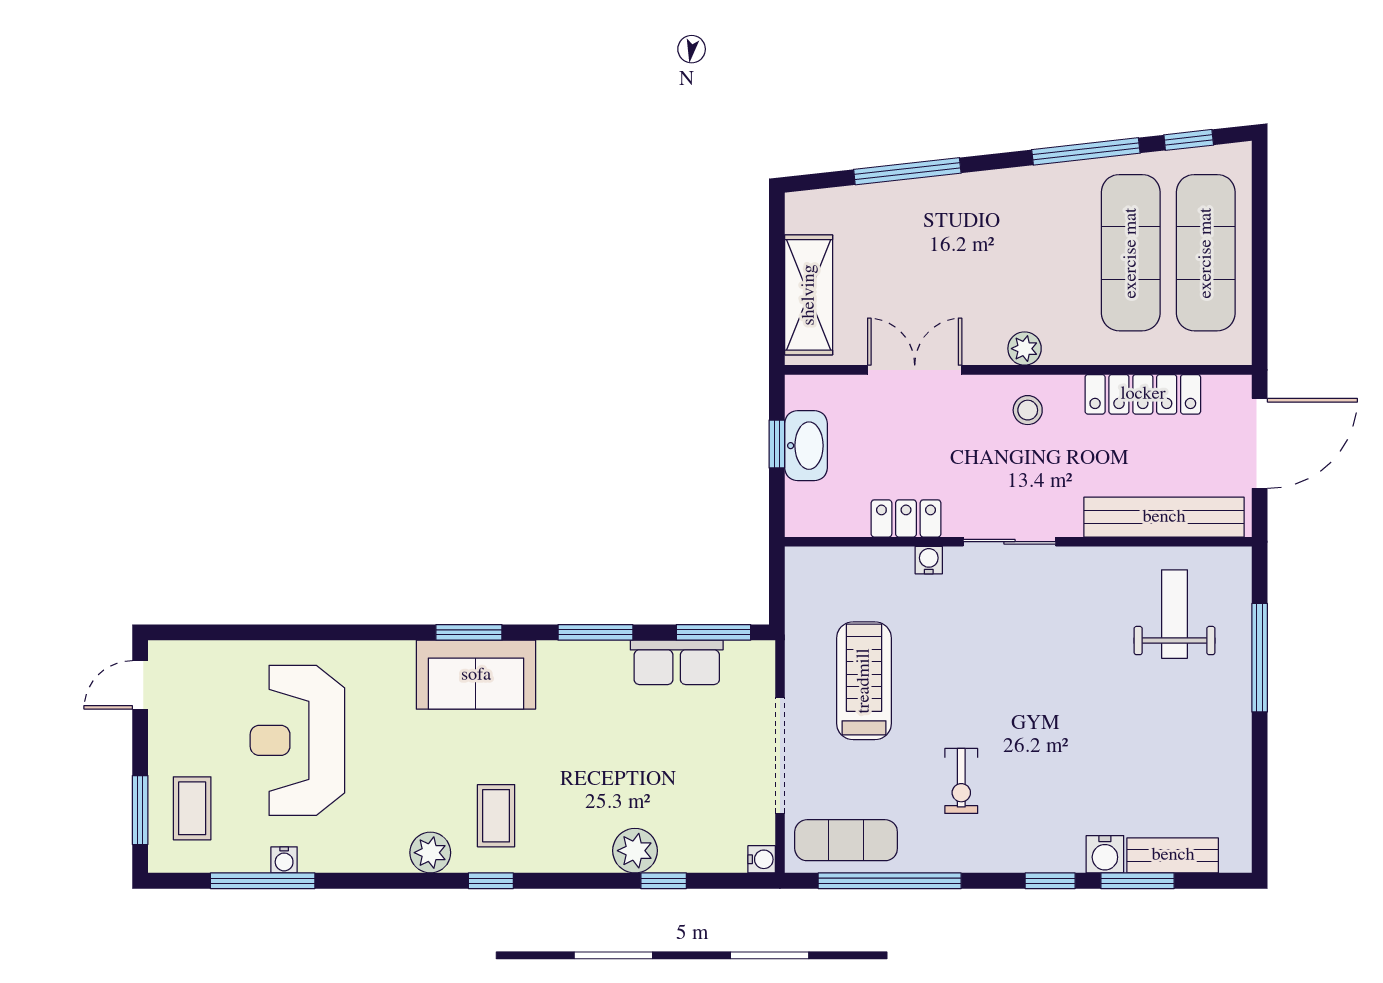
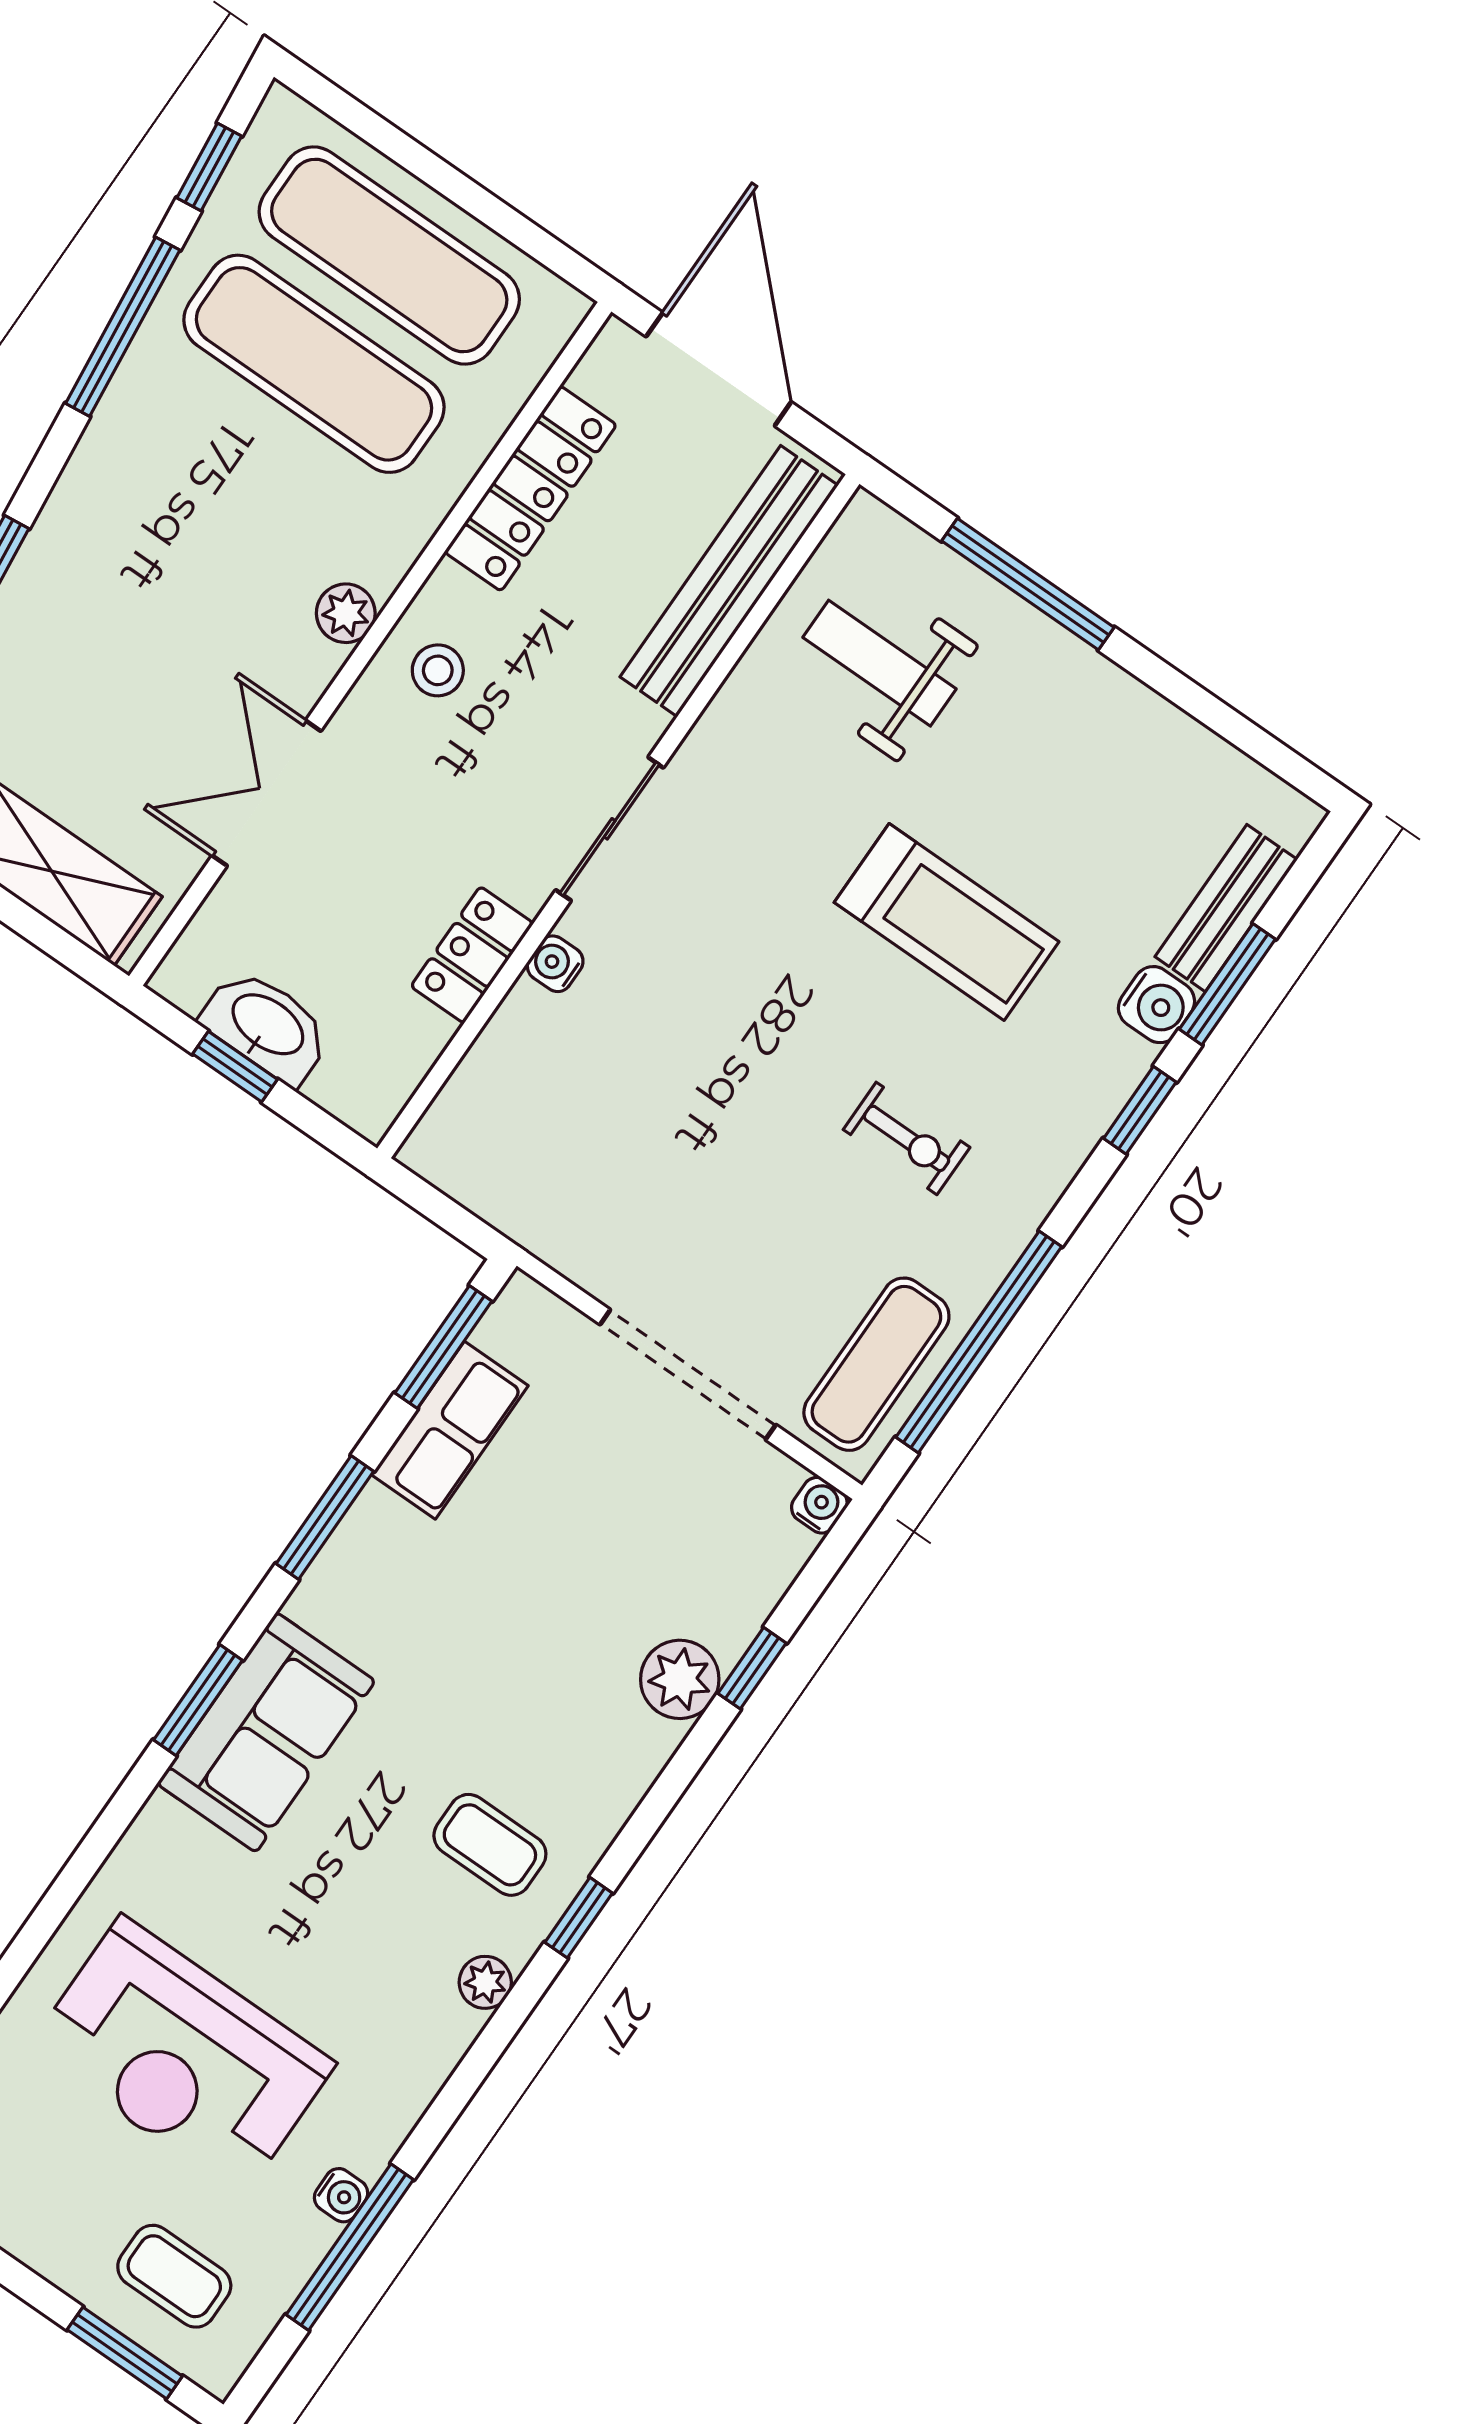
treadmill: (864, 681) -> (947, 922), moved, turned 180
plant: (430, 853) -> (485, 1982), width x0.73, depth x0.73

